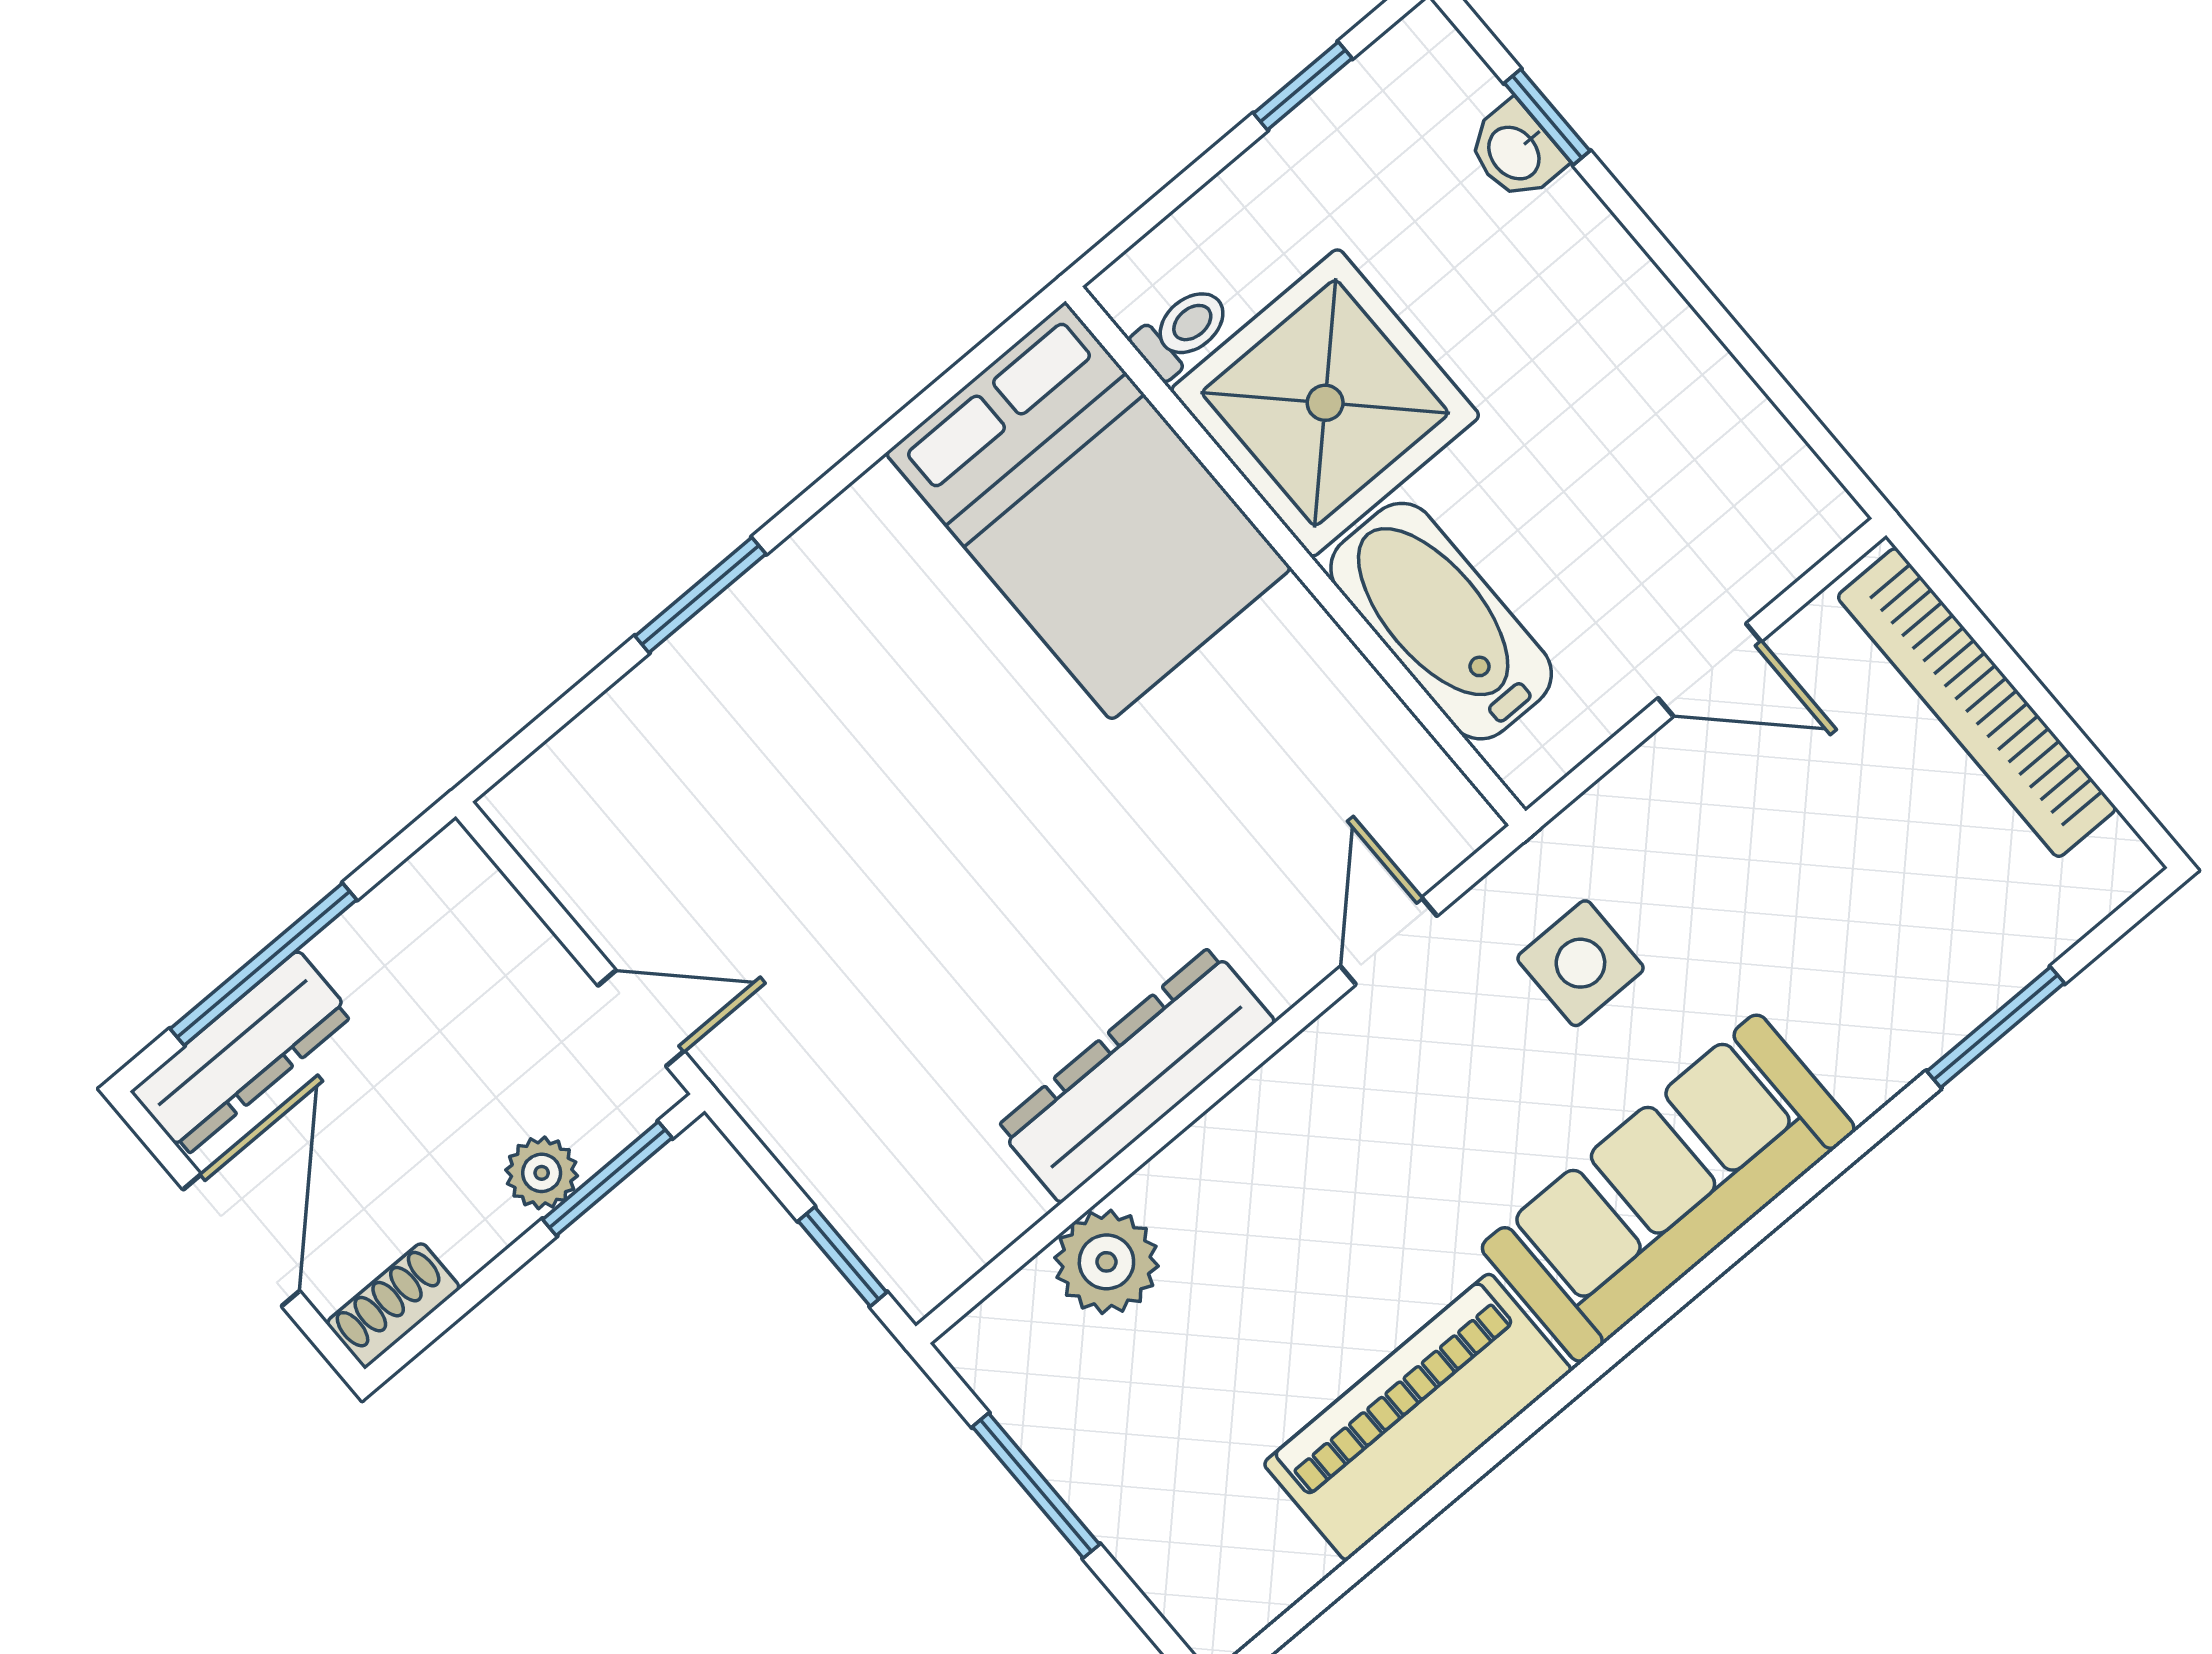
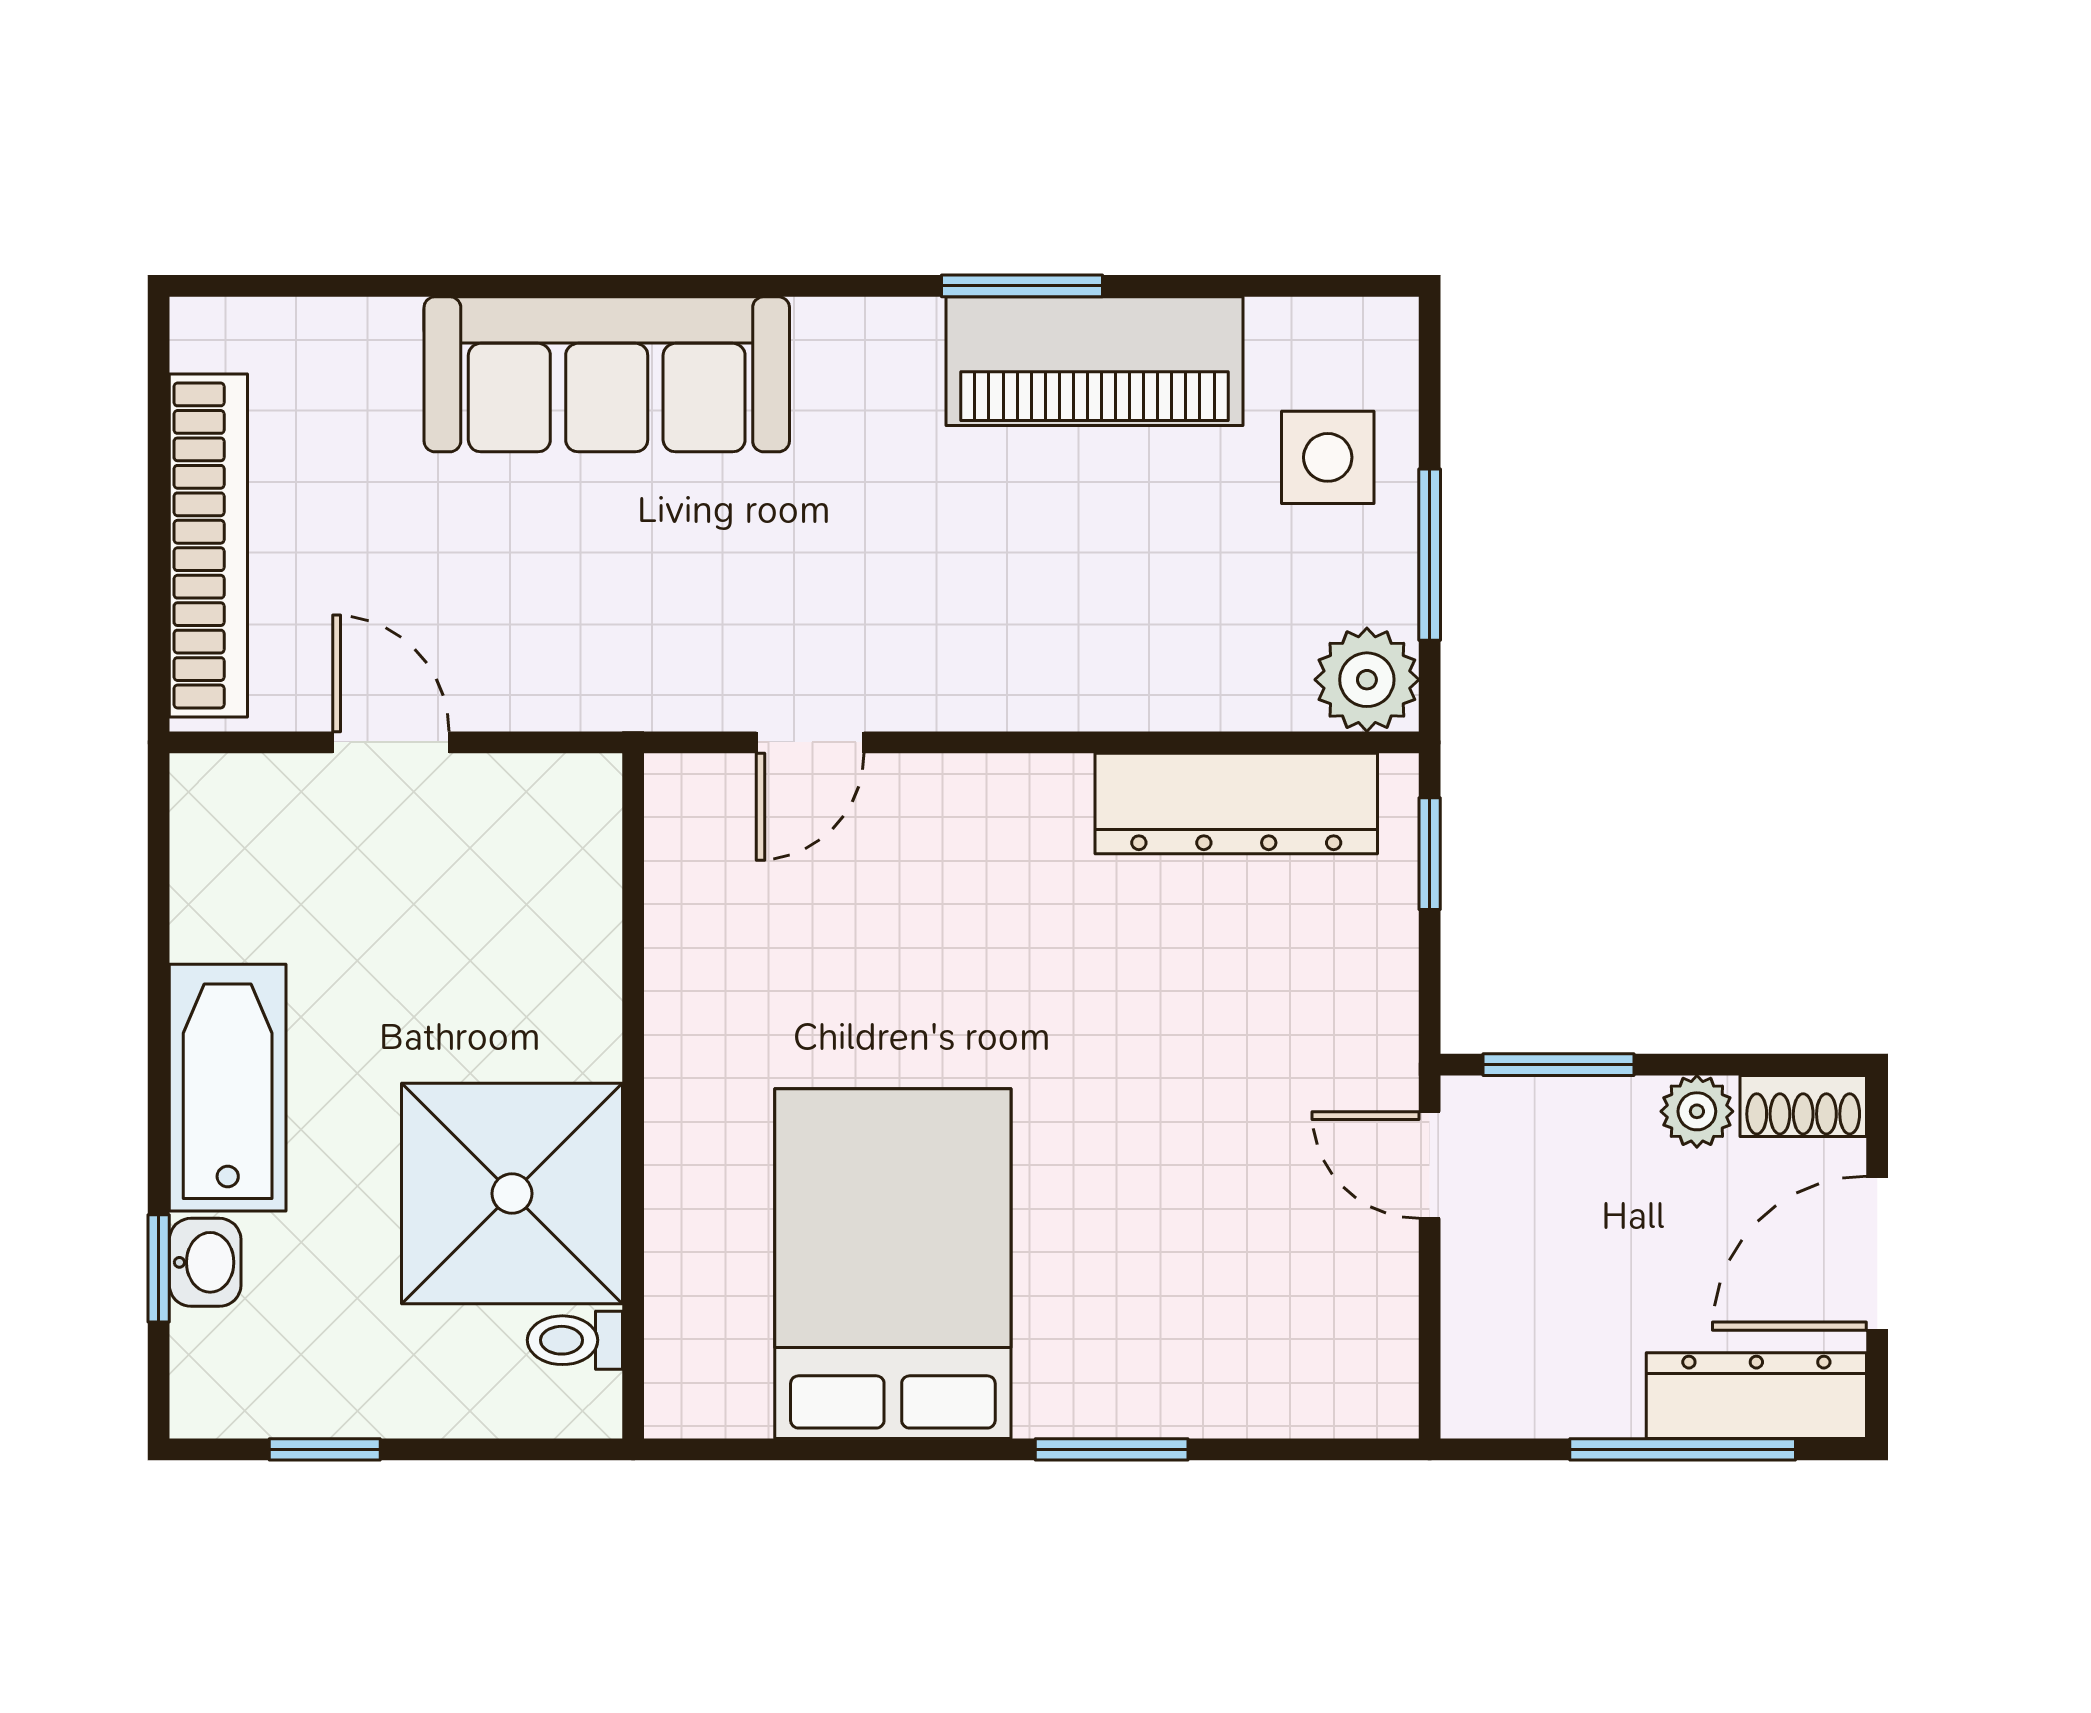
bed: (1088, 511) -> (893, 1264), moved
bathtub: (1441, 621) -> (228, 1088), moved, turned 180
side table: (1580, 963) -> (1328, 457), moved
window: (1996, 1027) -> (1022, 286), moved
dresser: (1136, 1075) -> (1236, 803), moved
plant: (542, 1173) -> (1697, 1111), moved
sofa: (1668, 1188) -> (607, 374), moved
plant: (1106, 1262) -> (1367, 680), moved

